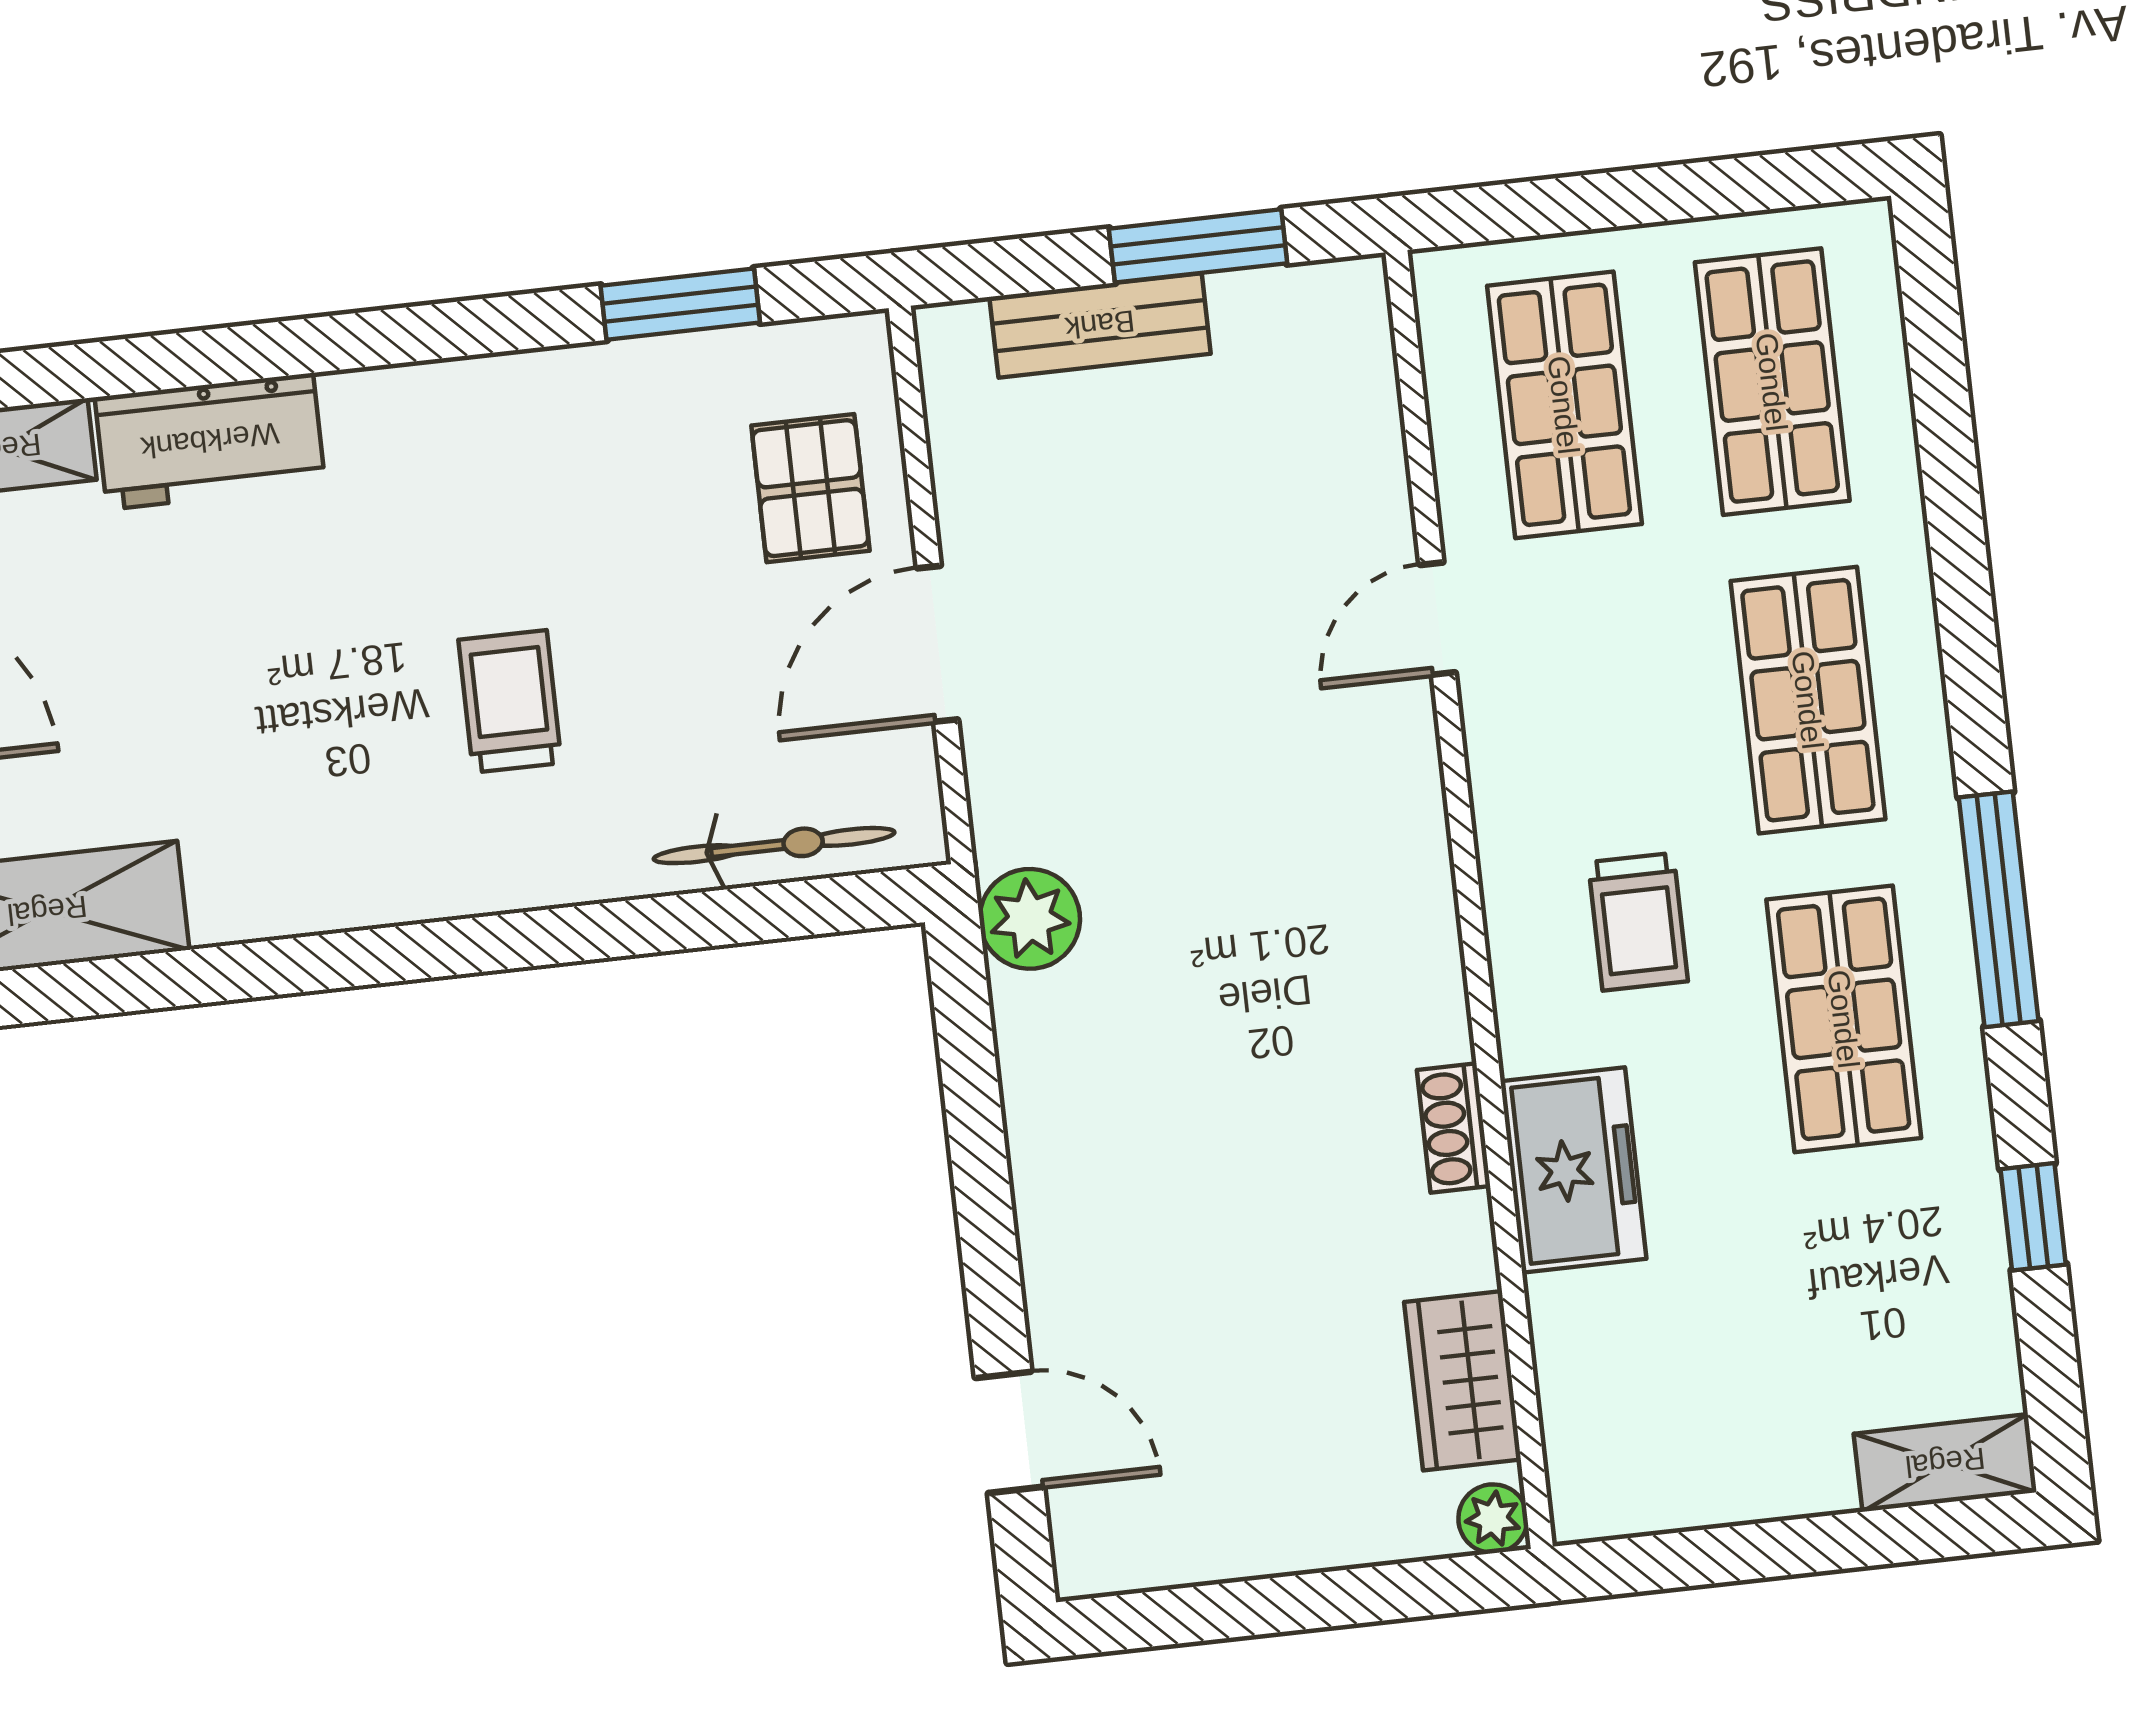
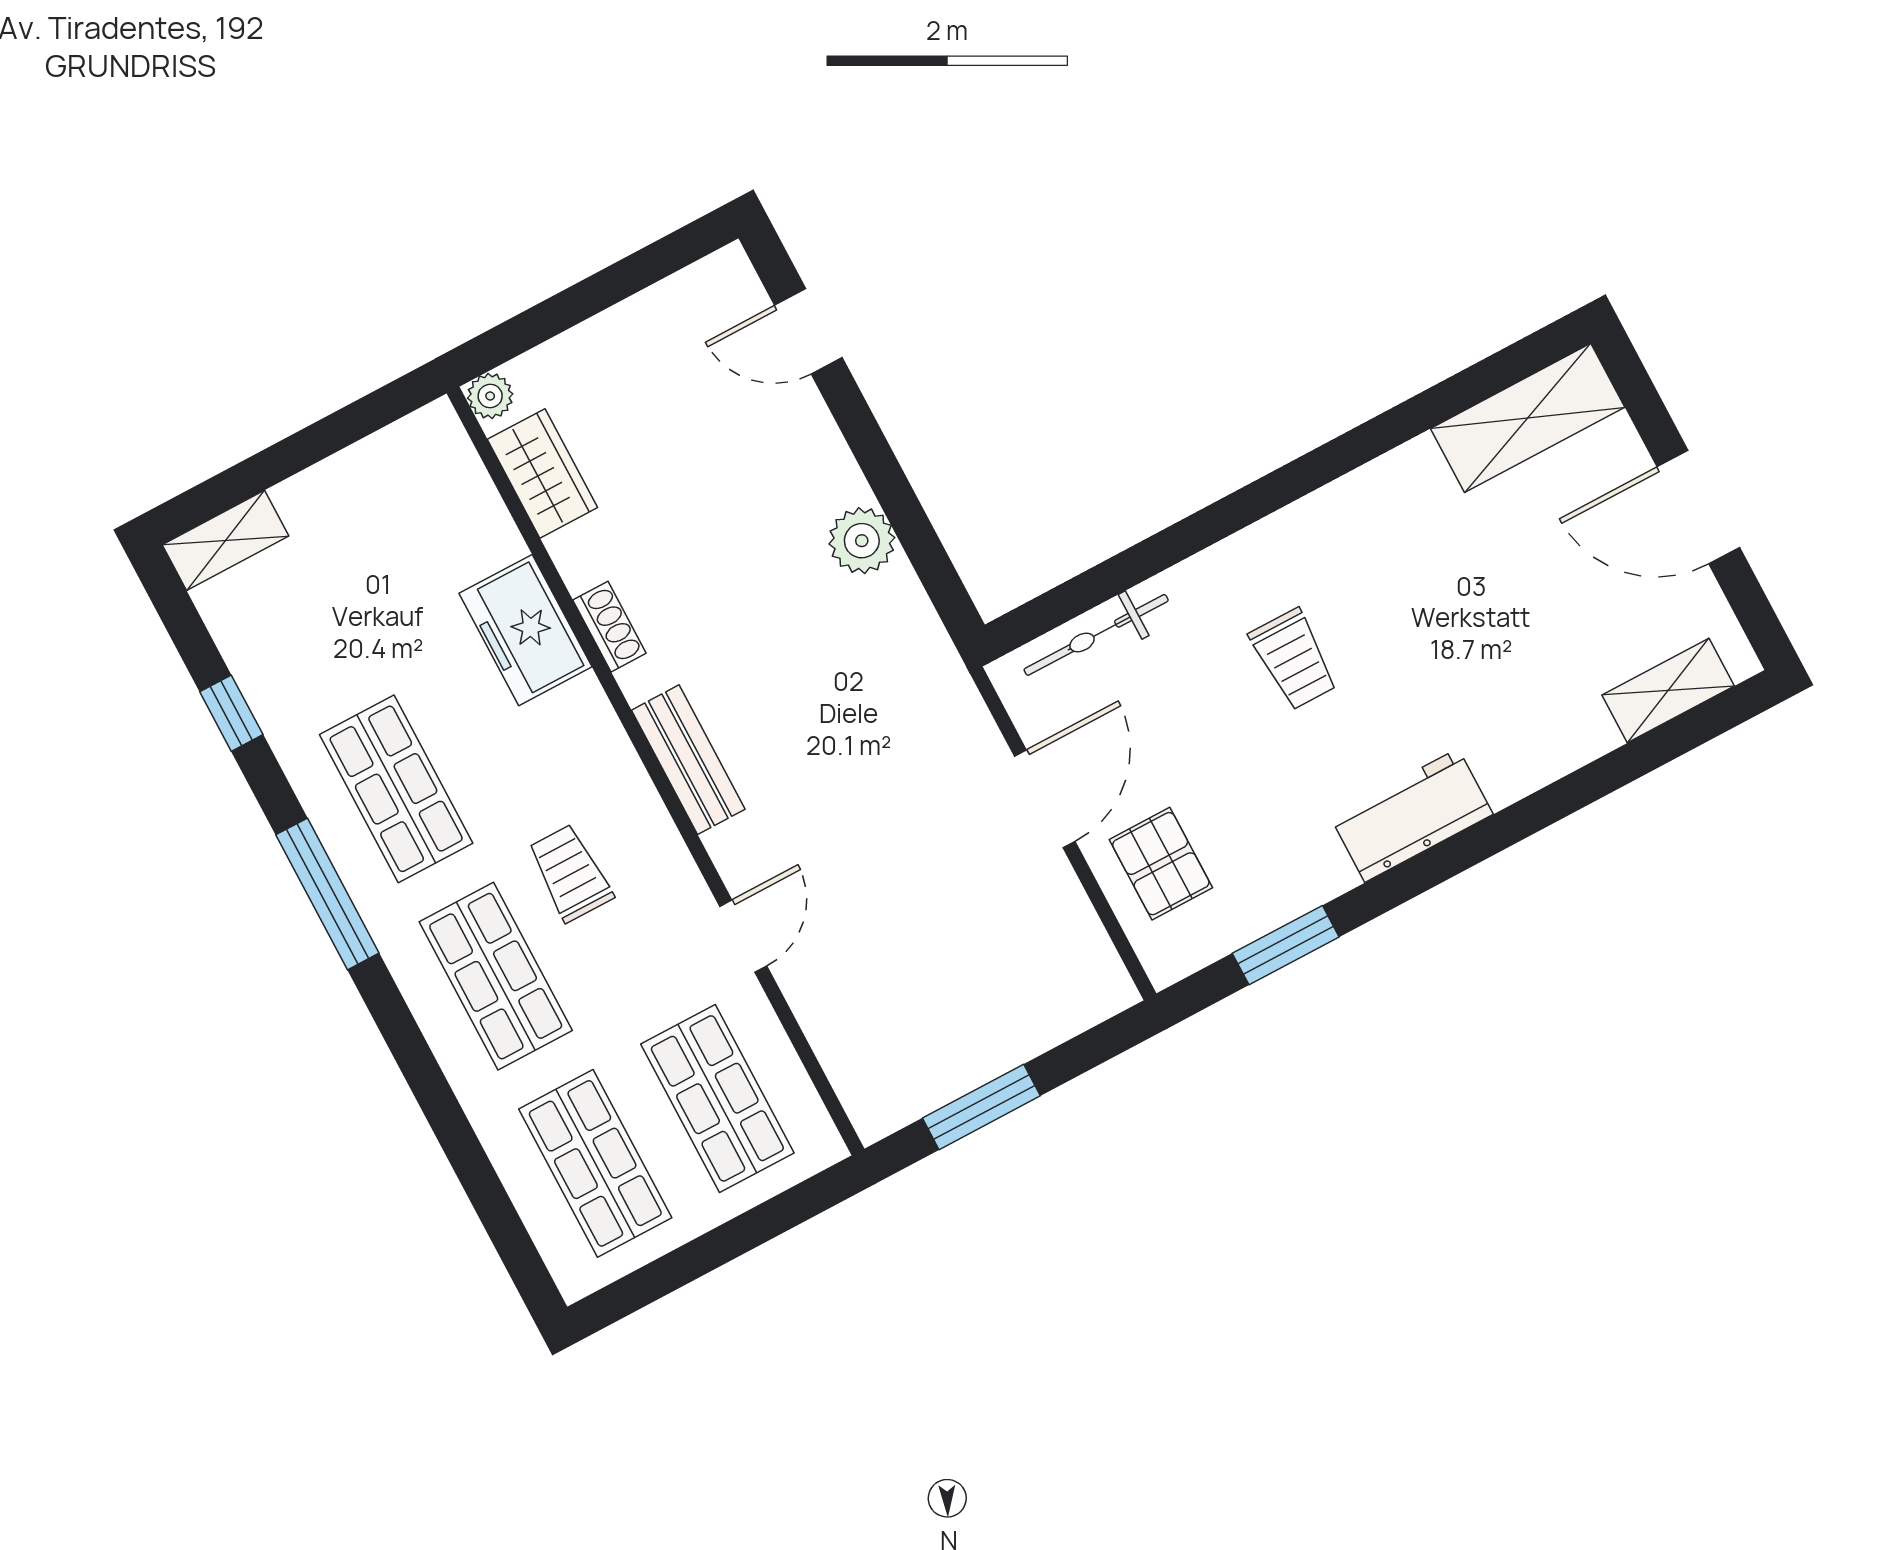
bench: (1100, 325) -> (688, 760), moved, turned 90
workbench: (210, 441) -> (1412, 815), moved
plant: (1030, 919) -> (862, 541), moved
trolley: (1638, 922) -> (570, 873), moved

